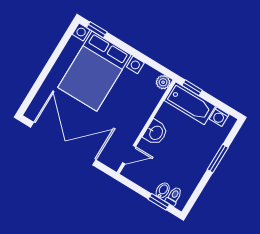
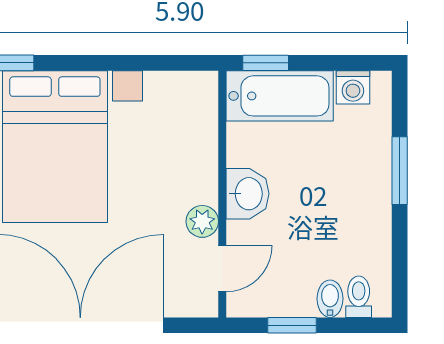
plant: (163, 82) -> (202, 221), moved
window: (159, 202) -> (292, 325), moved

